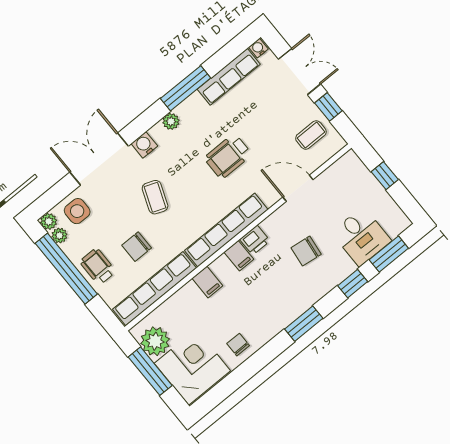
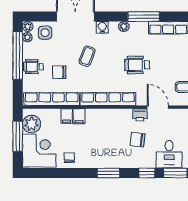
printer: (255, 240) -> (140, 115), moved
filing cabinet: (239, 256) -> (67, 116), moved
wheelchair: (98, 266) -> (33, 67), turned -90

